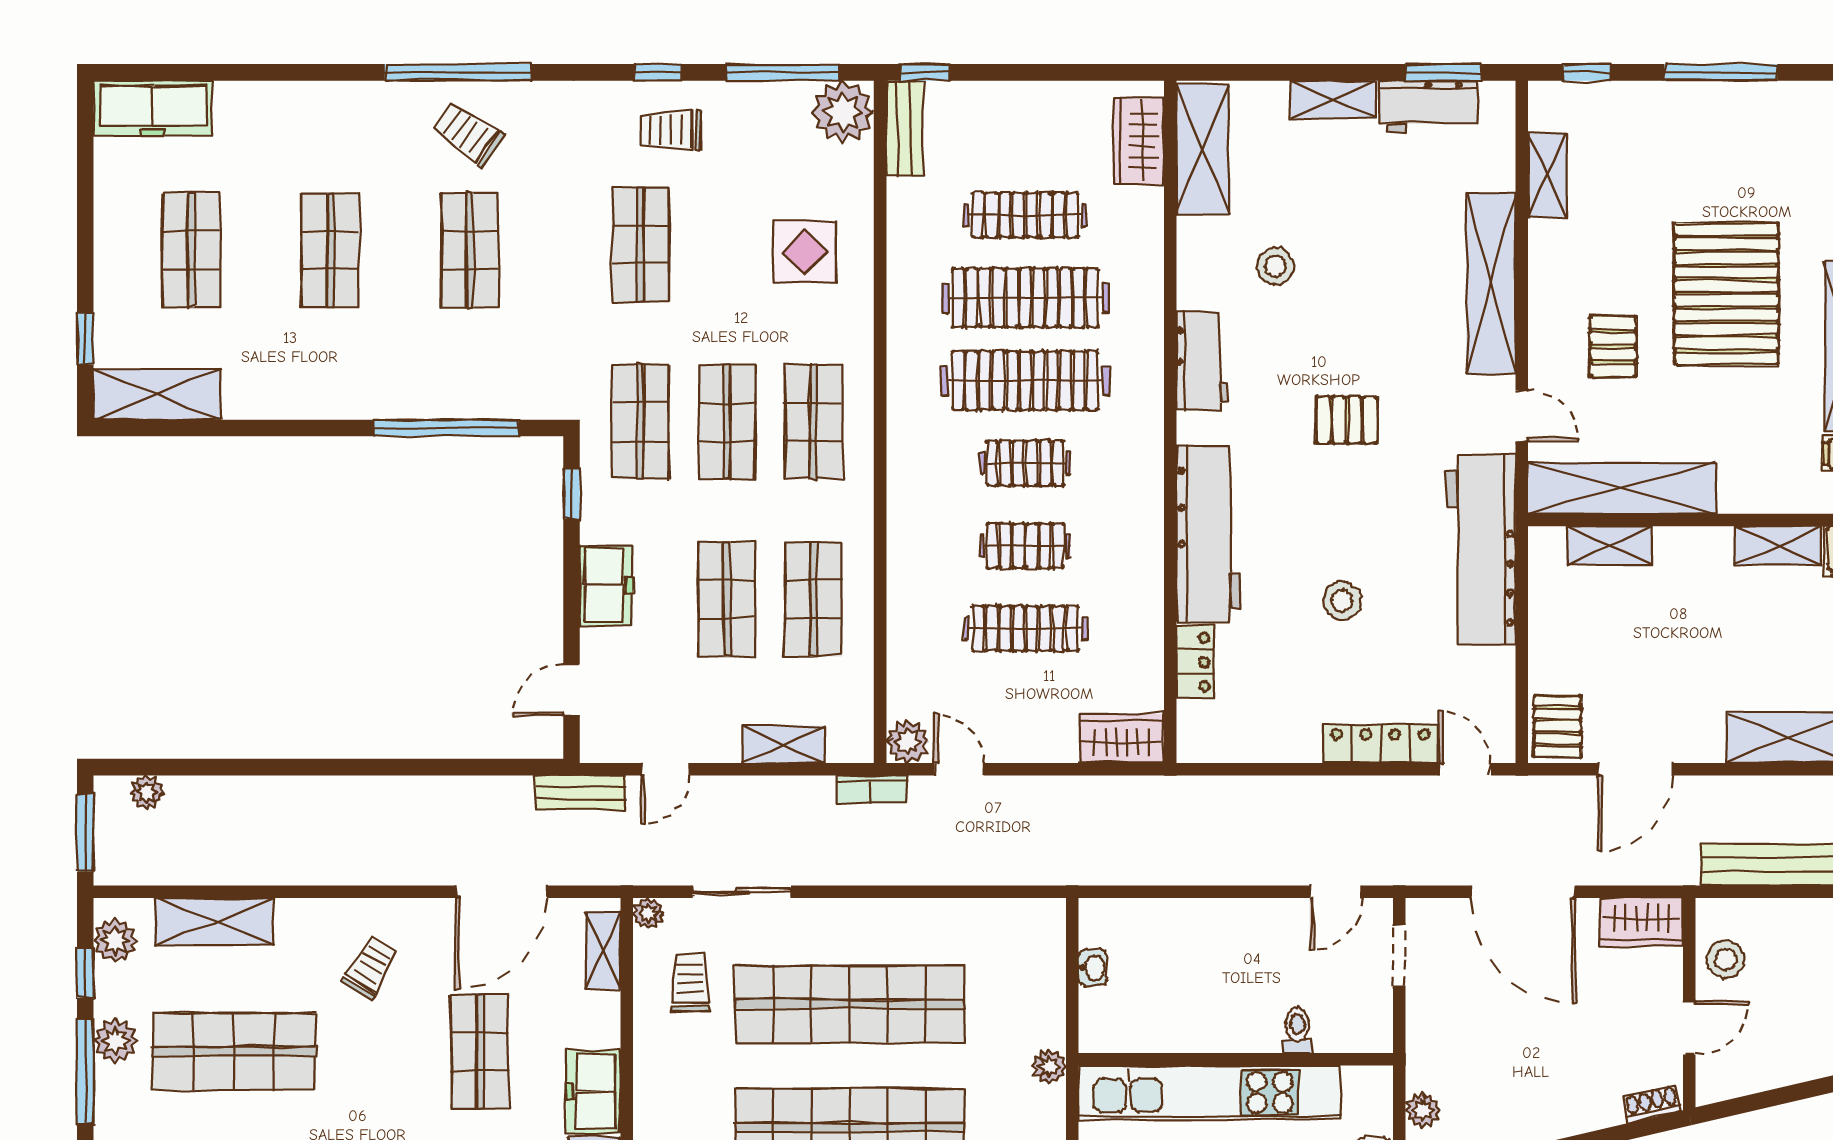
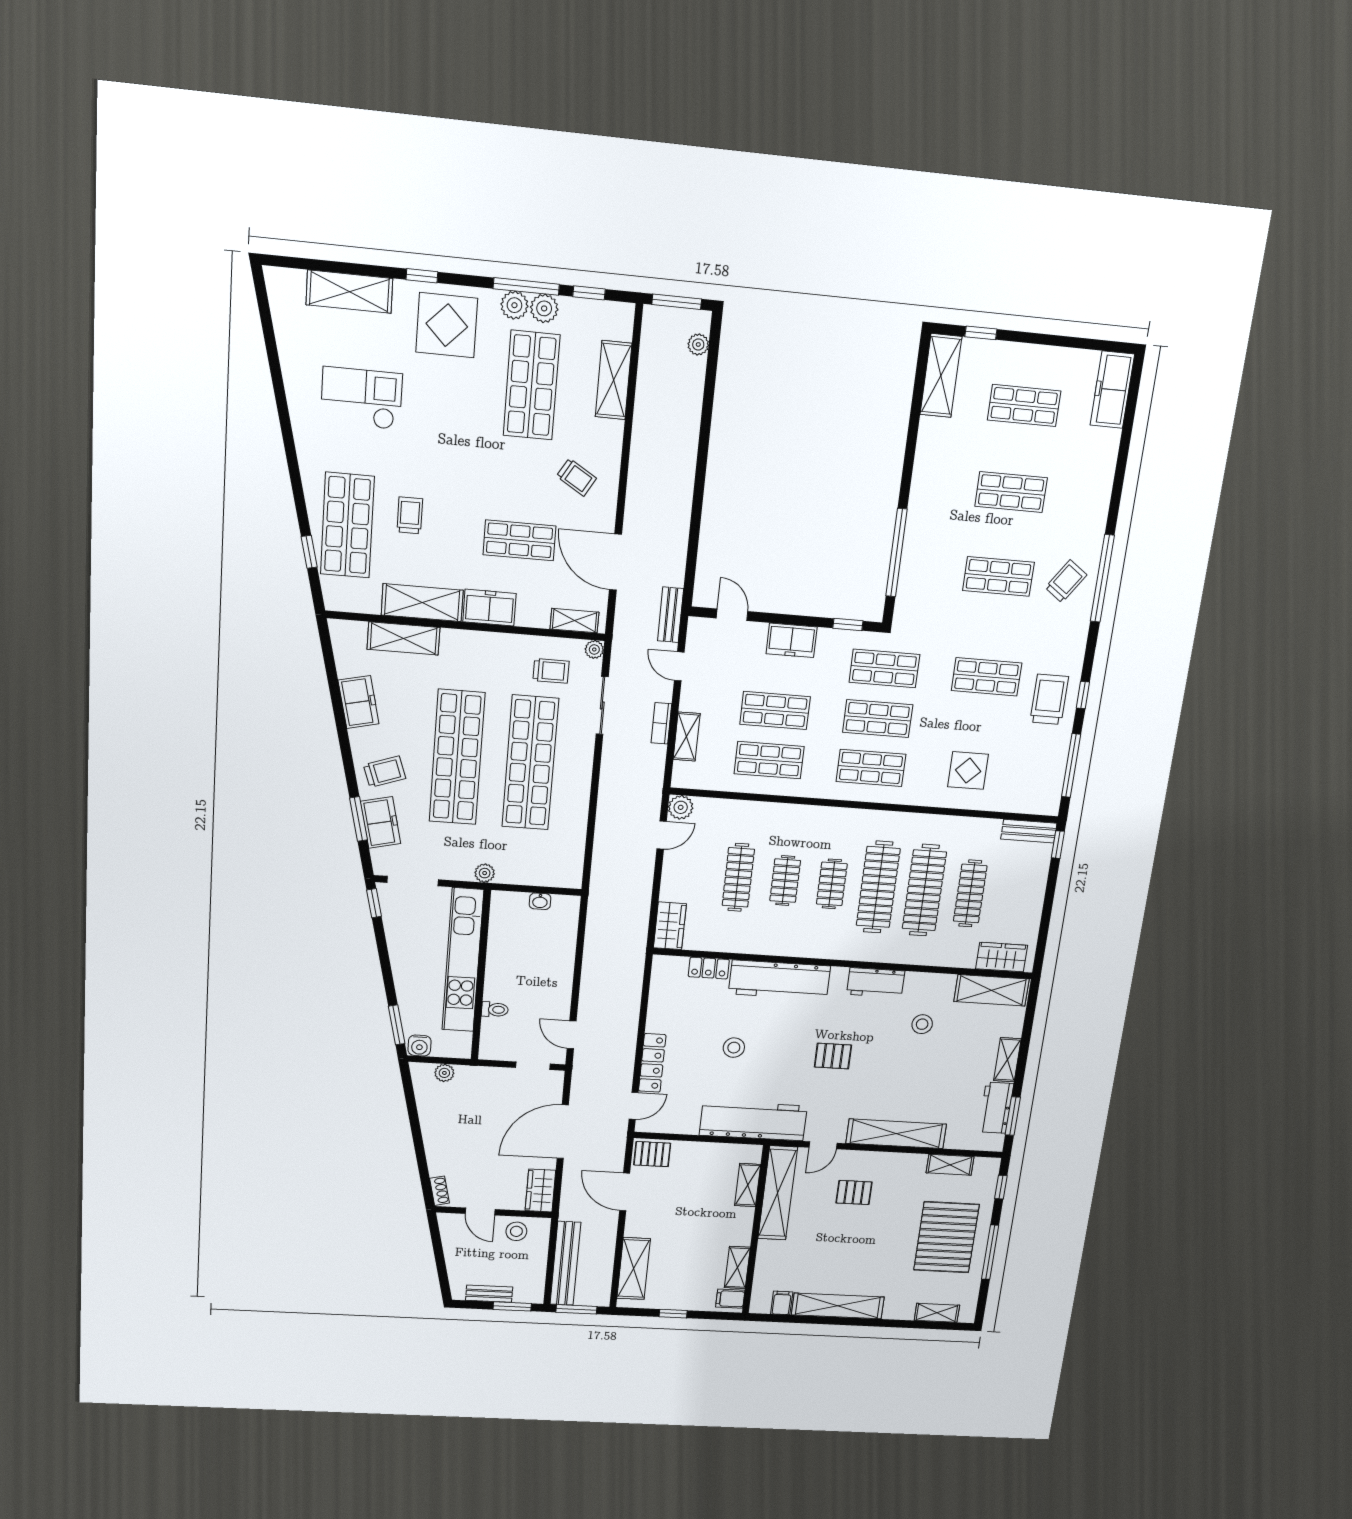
plant: (843, 112) -> (1044, 798), removed
trolley: (670, 130) -> (1049, 699), width x1.36, depth x1.39
pallet: (1726, 294) -> (946, 1237), moved, turned 90
pallet: (1347, 420) -> (833, 1056), turned 90
bookcase: (872, 789) -> (661, 723), moved
plant: (115, 940) -> (514, 305), moved

